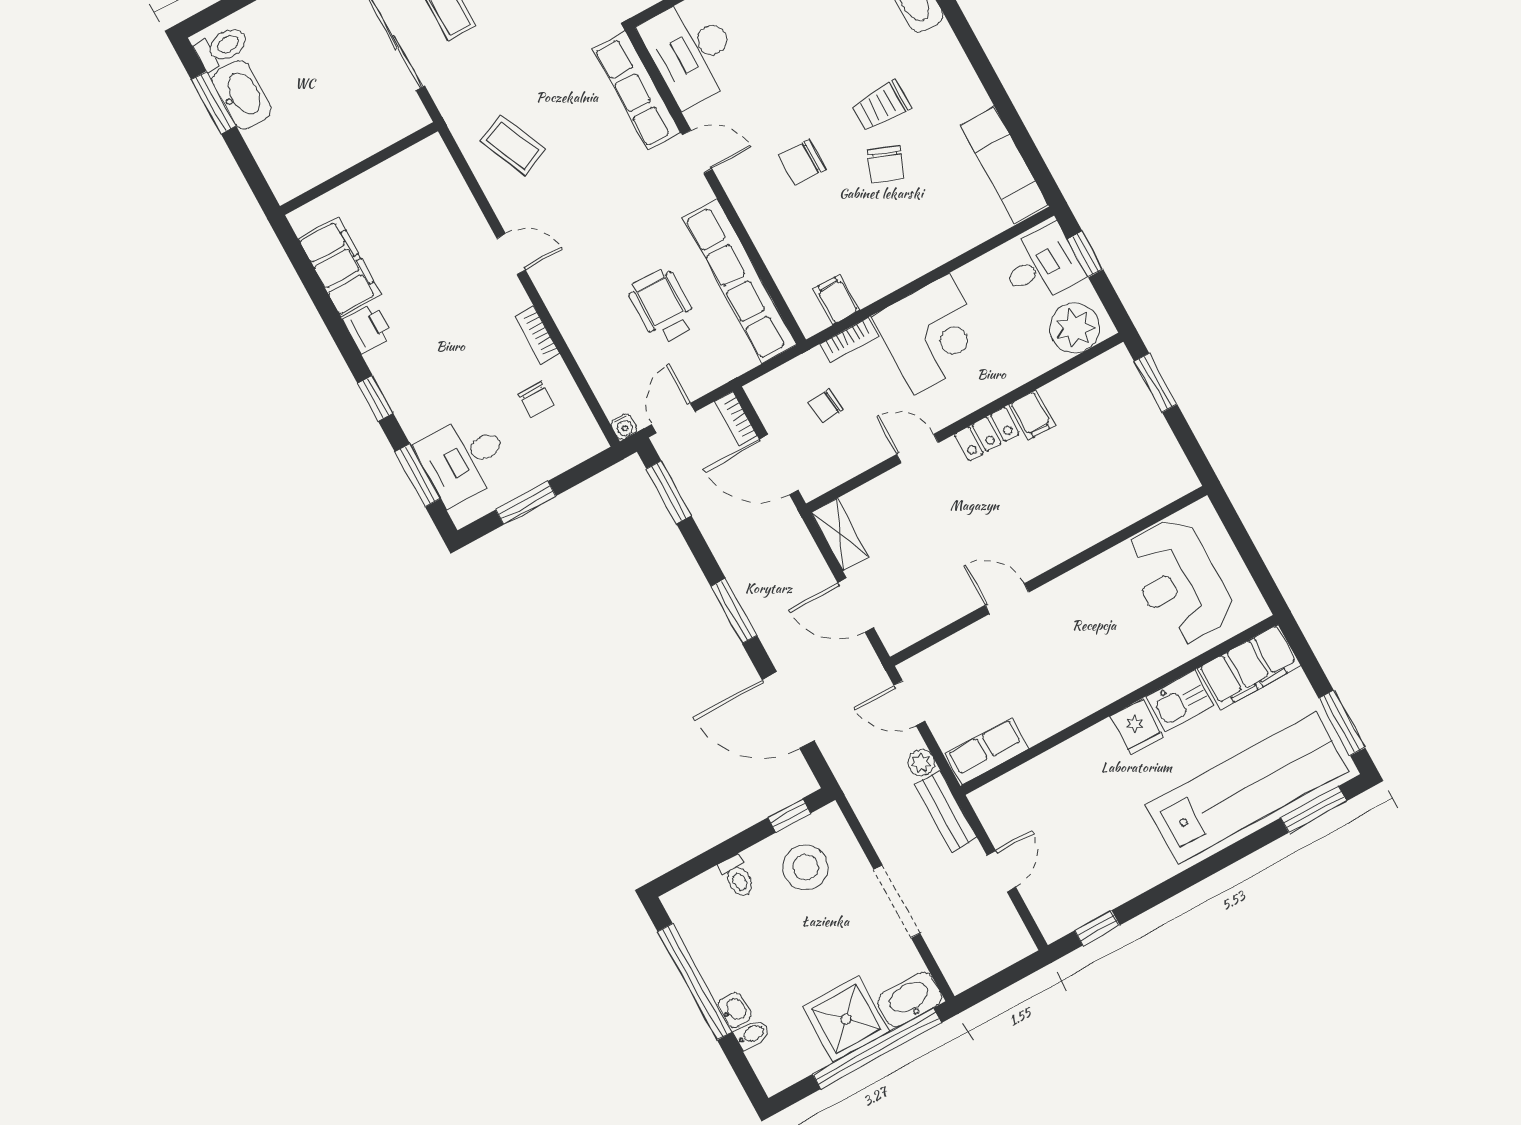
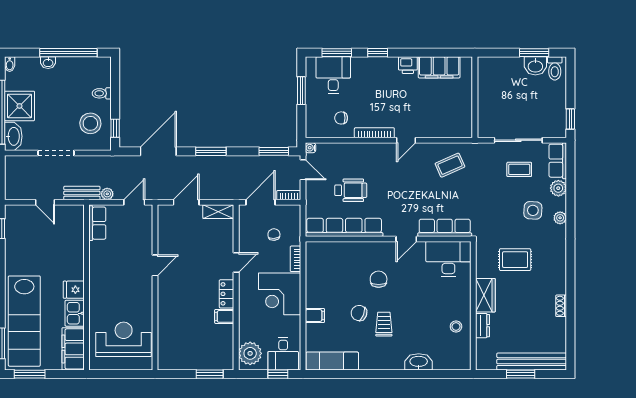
washbasin: (242, 95) -> (535, 66), width x0.72
filing cabinet: (836, 300) -> (315, 315), moved
bookcase: (537, 335) -> (374, 133), width x1.56
bidet: (752, 1034) -> (10, 64), moved

